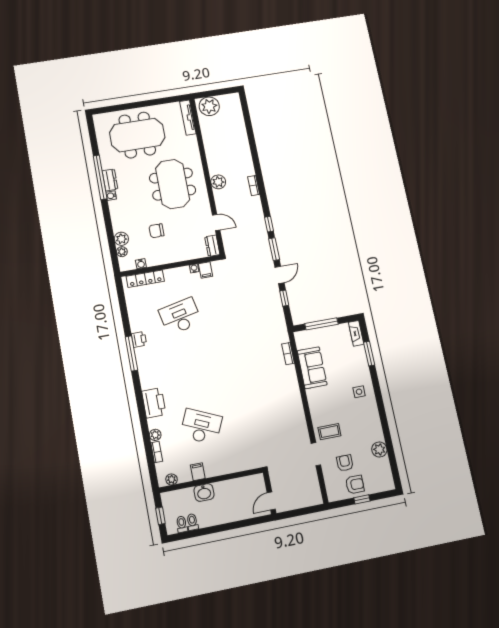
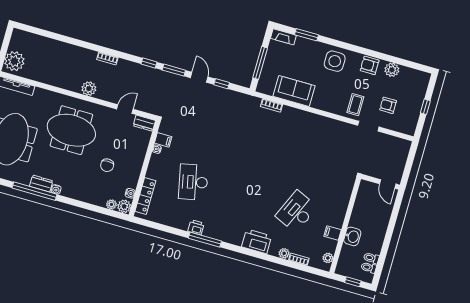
plant: (121, 239) -> (124, 206), moved
side table: (359, 392) -> (335, 61), width x1.87, depth x1.87
armchair: (355, 484) -> (370, 65), moved, turned -90

